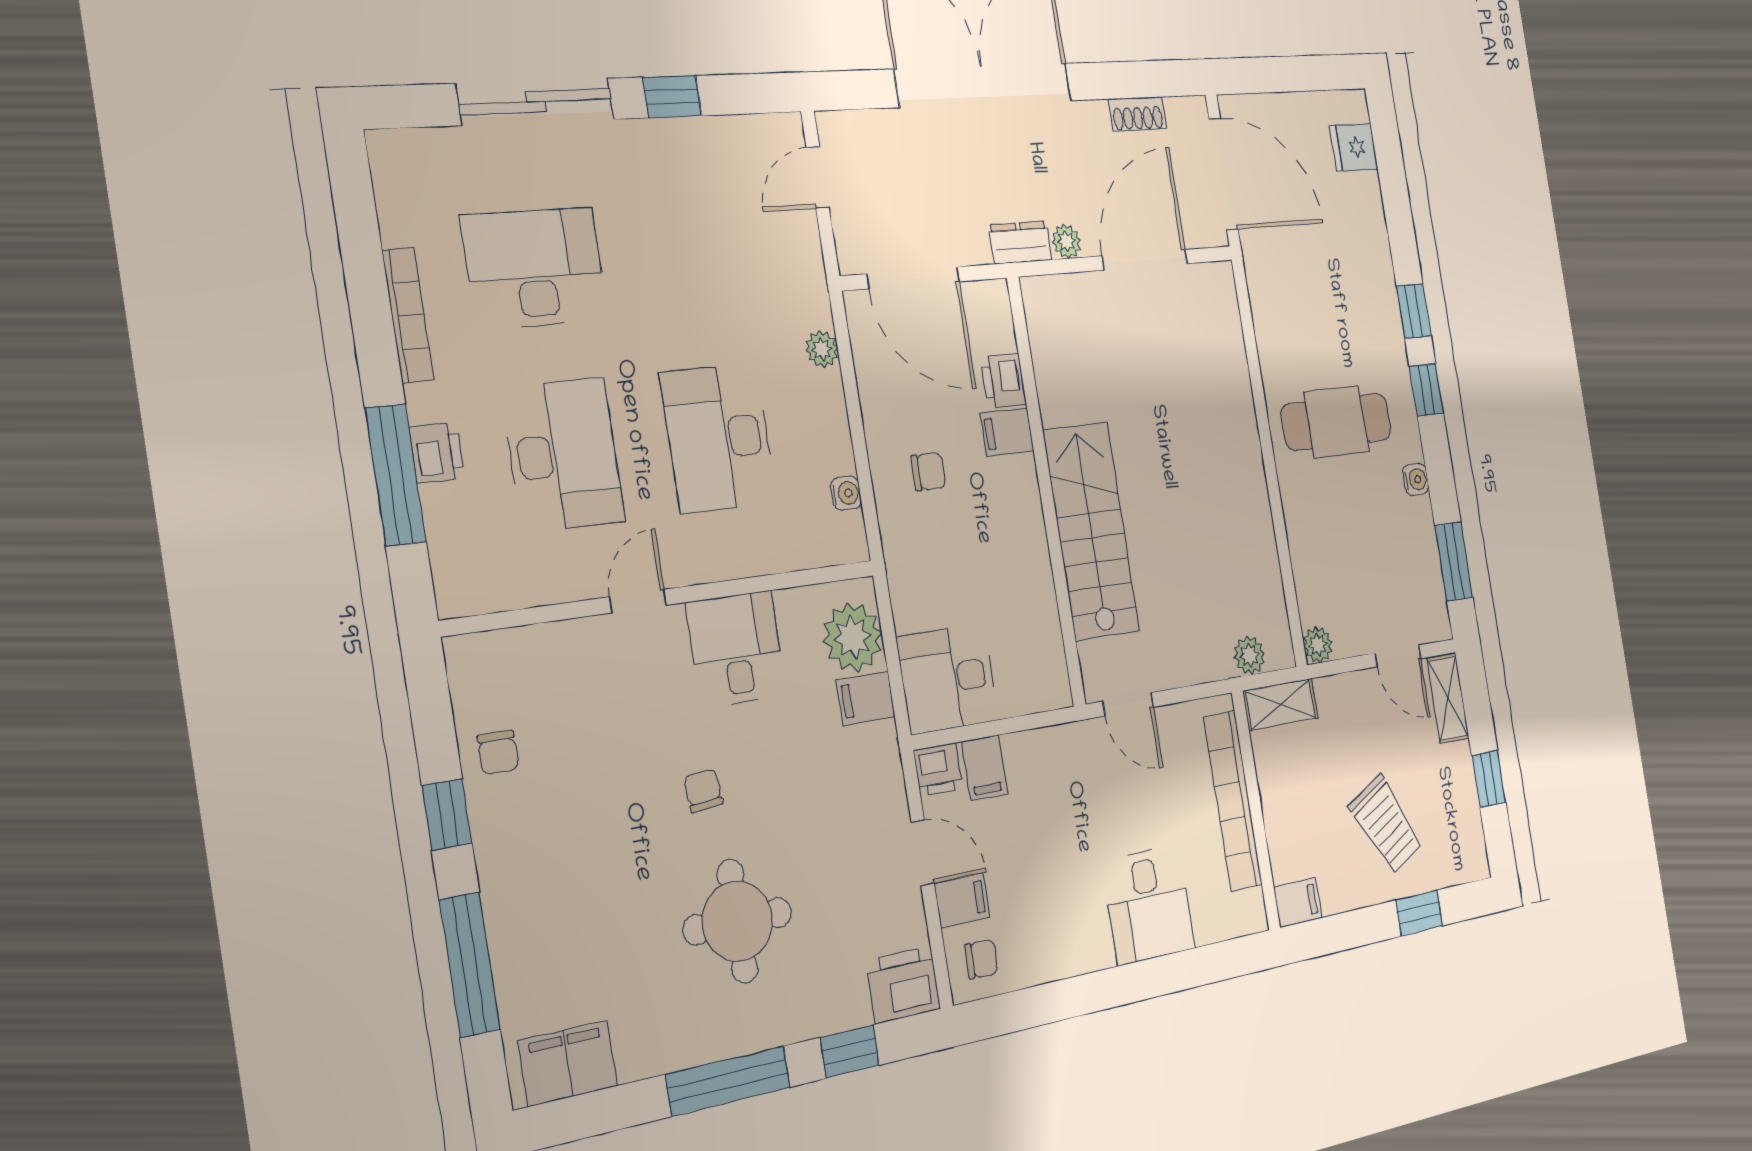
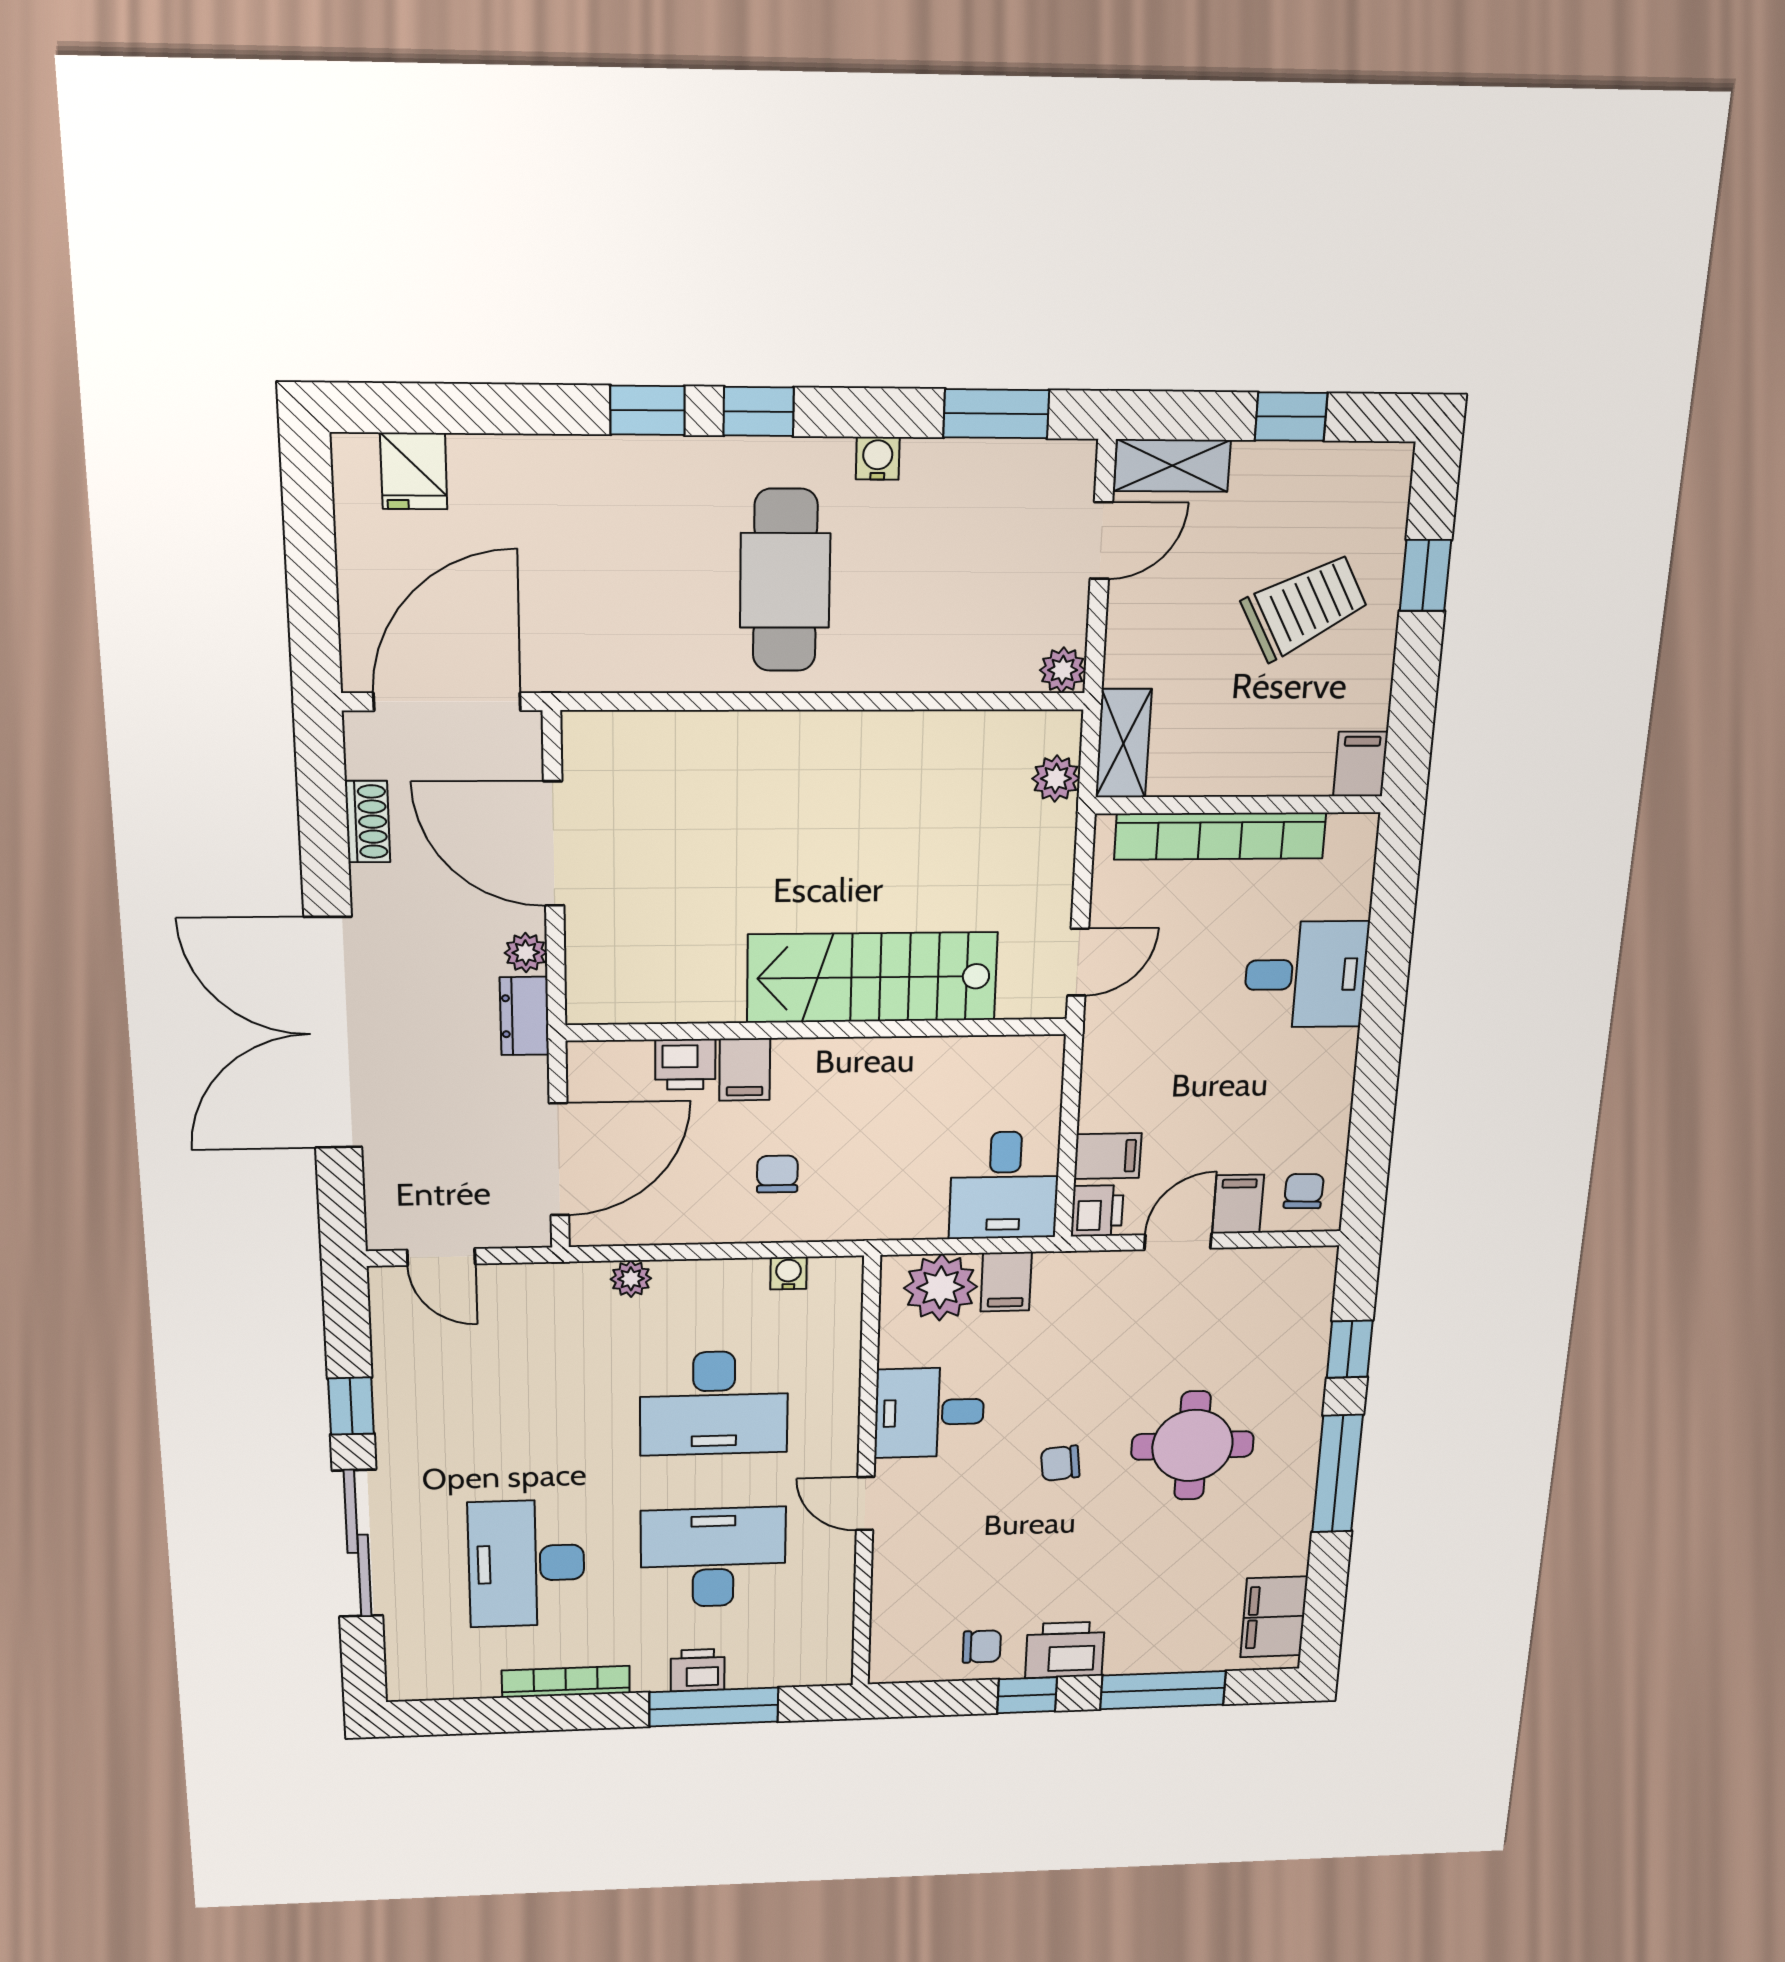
printer: (903, 985) -> (1065, 1650), moved, turned 90

